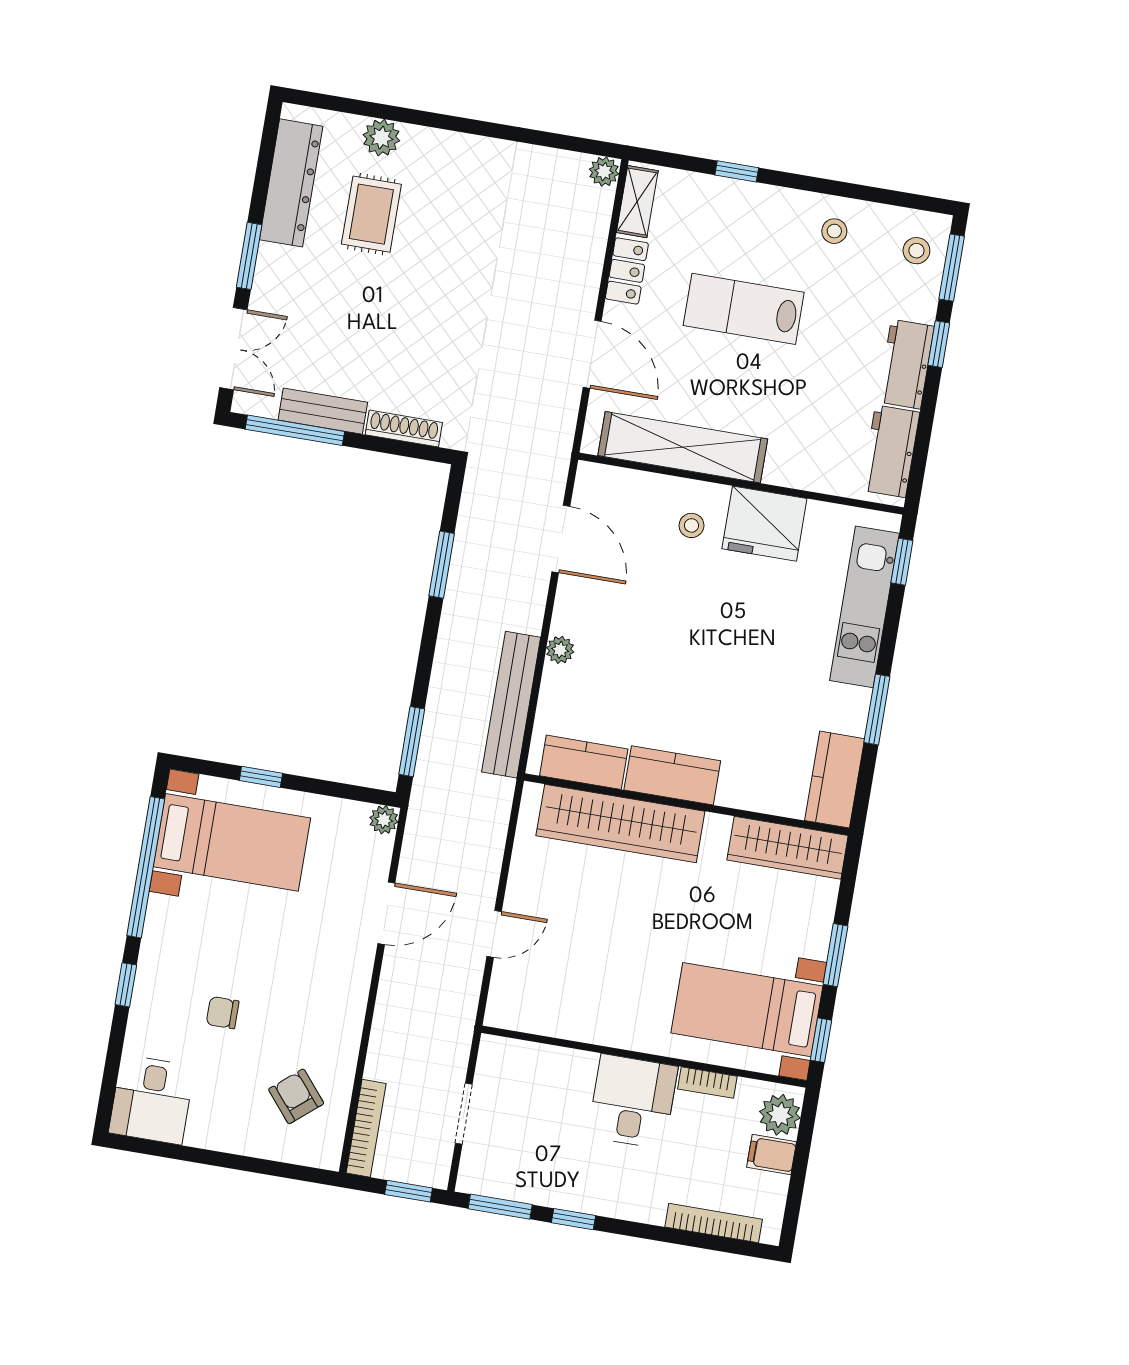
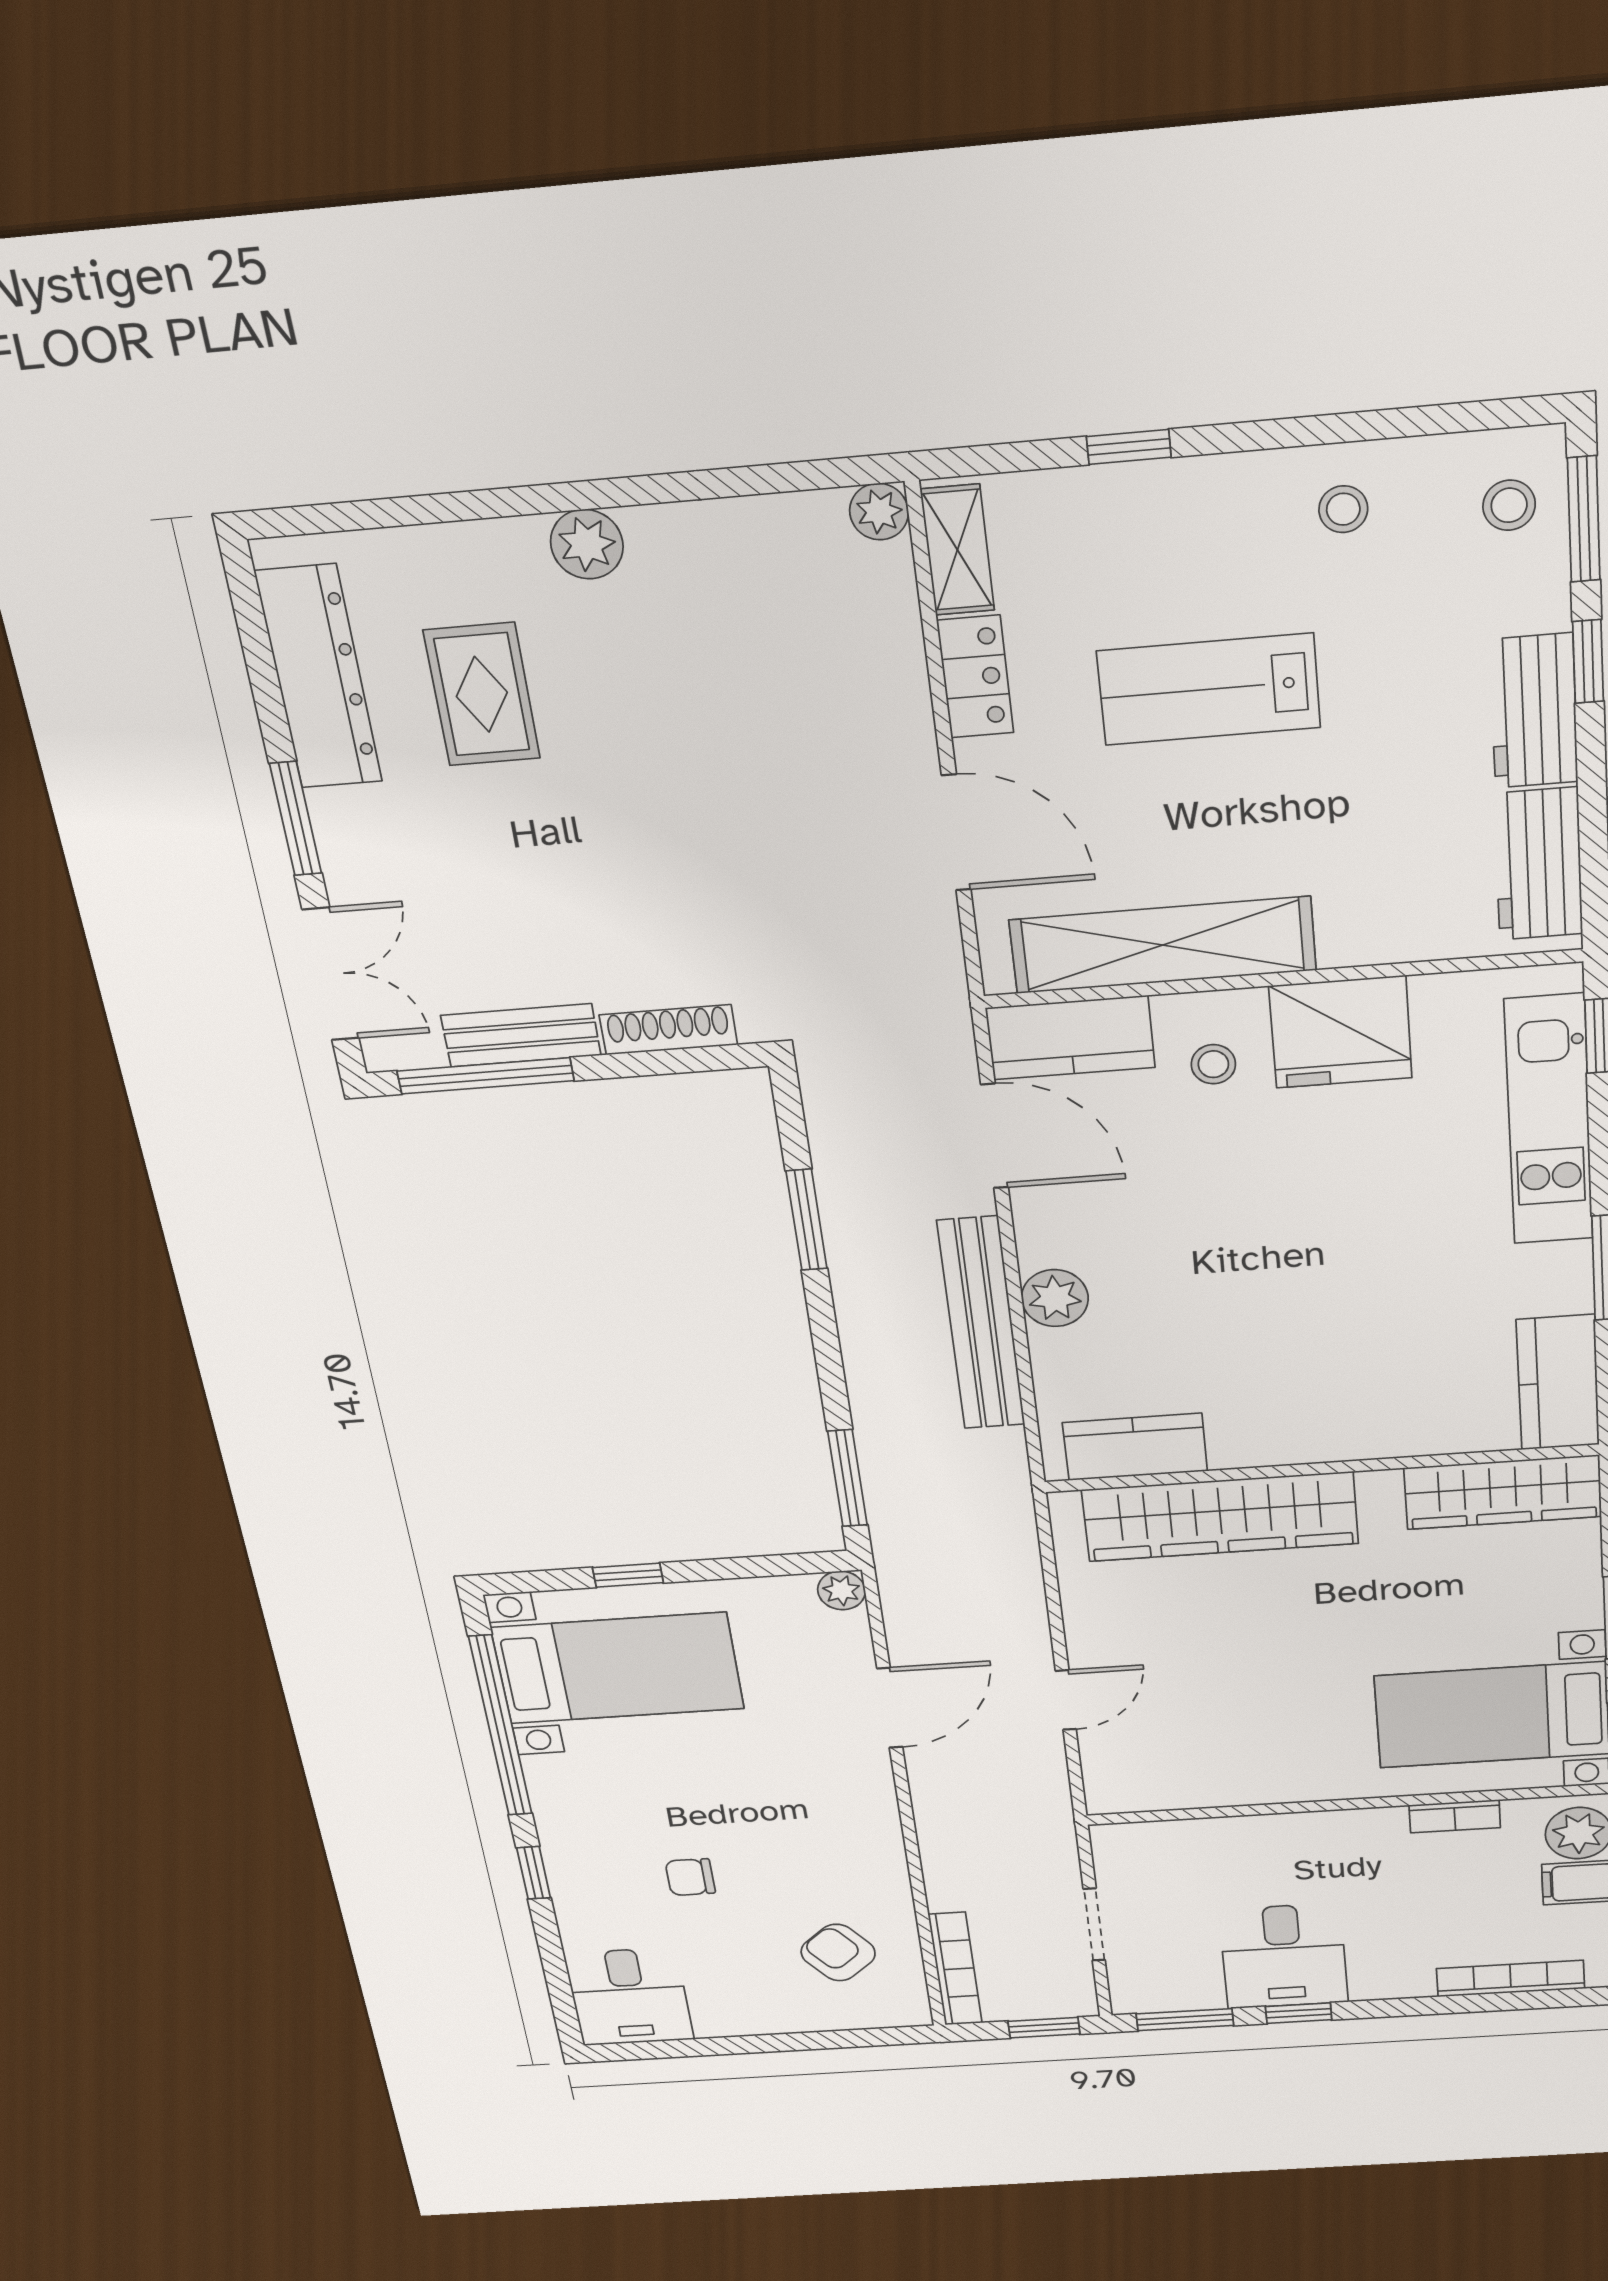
plant: (381, 138) -> (587, 544), moved
plant: (560, 650) -> (1055, 1298), width x1.38, depth x1.38
bench: (511, 705) -> (981, 1324), moved
kitchen counter: (672, 775) -> (1070, 1038), moved, turned 180
desk: (633, 1101) -> (1284, 1956), moved, turned 180

